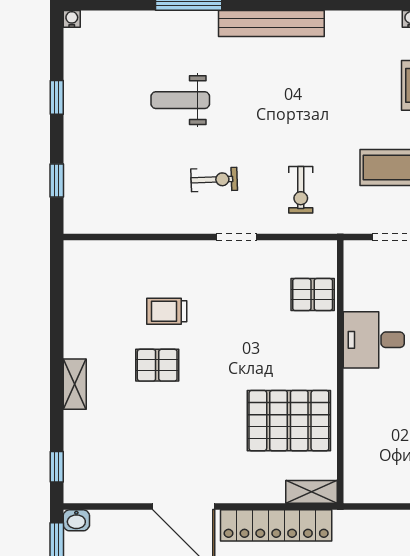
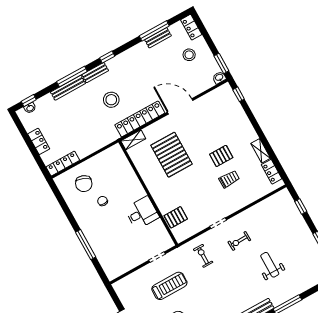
weight bench: (180, 100) -> (270, 265), turned -90
locker: (76, 280) -> (272, 172), added
shelving: (75, 384) -> (261, 151), moved
pallet: (289, 421) -> (171, 155), moved, turned 90

